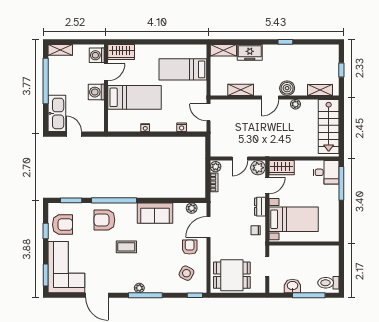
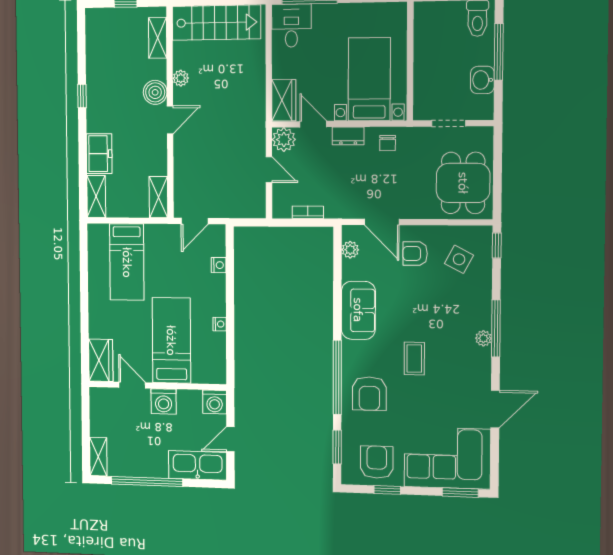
washing machine: (97, 55) -> (215, 402), moved
shelving: (241, 90) -> (158, 197), moved
door: (270, 97) -> (170, 120), hinge flipped
plant: (216, 167) -> (282, 210), removed

